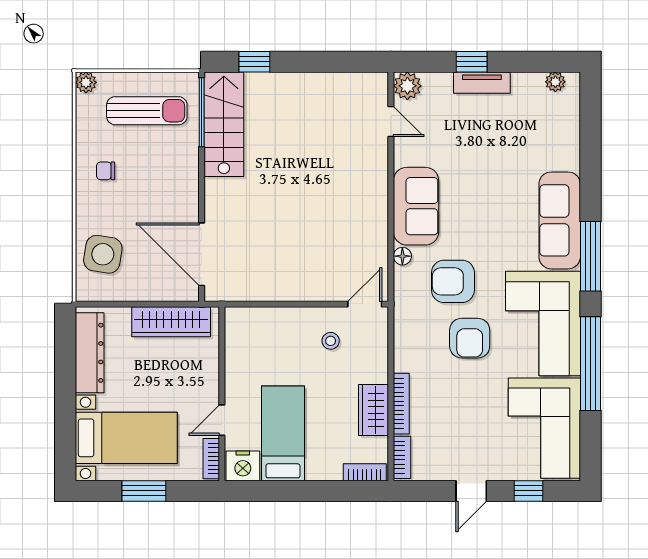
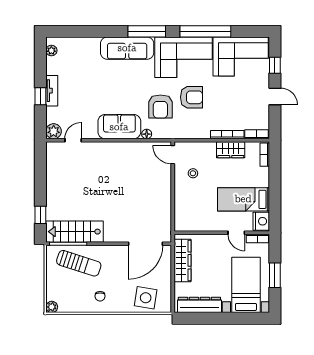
sun lounger: (147, 111) -> (79, 263), moved, turned 108

